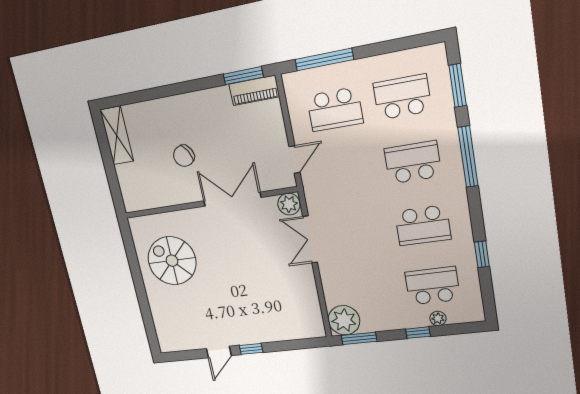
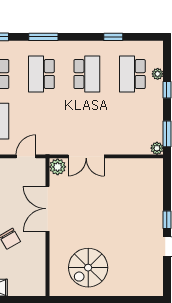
window: (468, 157) -> (43, 37), width x0.69
door: (295, 160) -> (26, 156), hinge flipped
plant: (344, 320) -> (157, 148), width x0.53, depth x0.53

